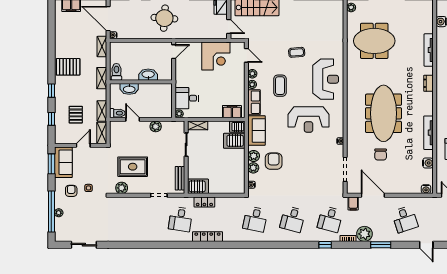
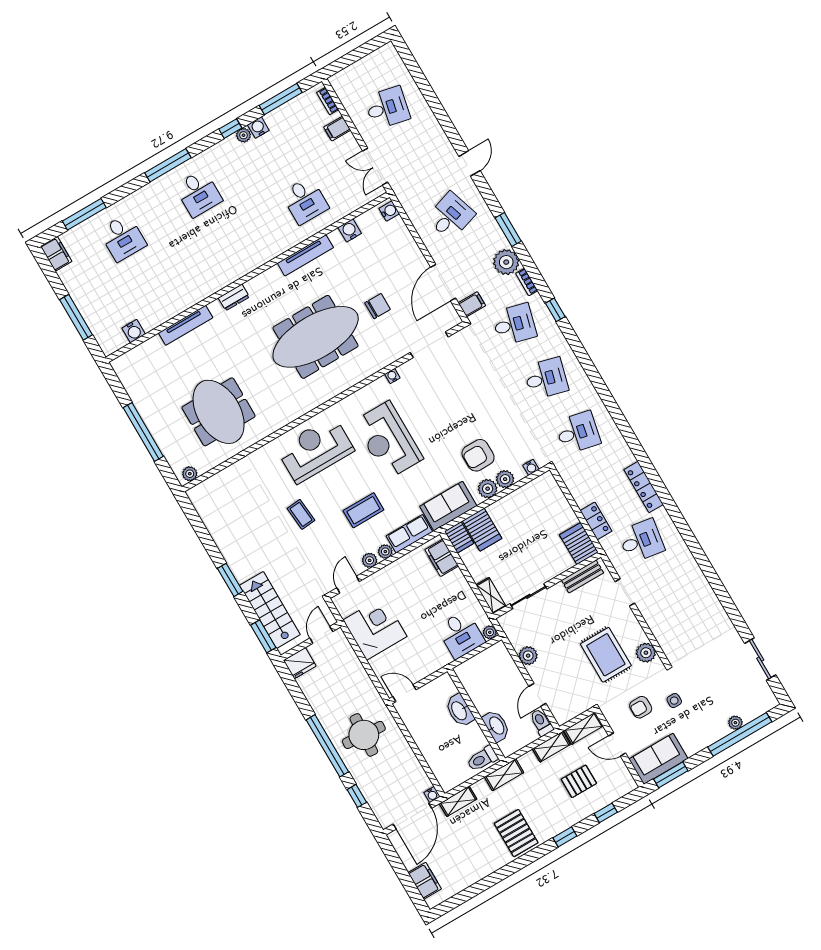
reception desk: (309, 120) -> (388, 440), turned 180
armchair: (71, 191) -> (641, 707), moved

